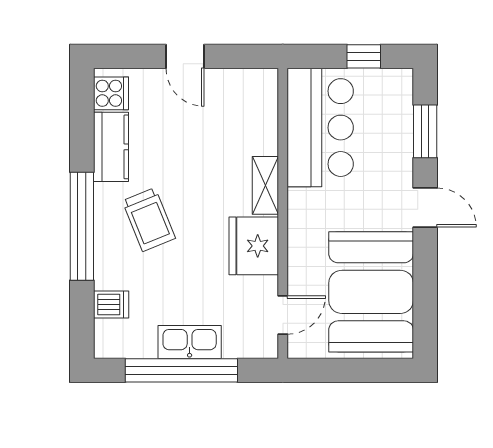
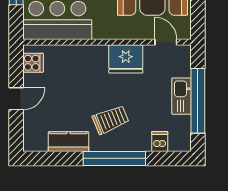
cooker: (111, 93) -> (33, 63), moved, turned 90
shelving: (265, 185) -> (91, 52), removed

